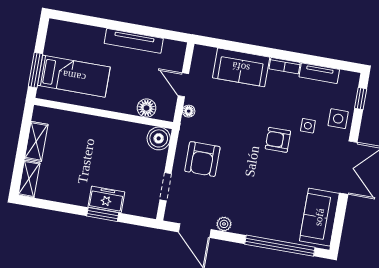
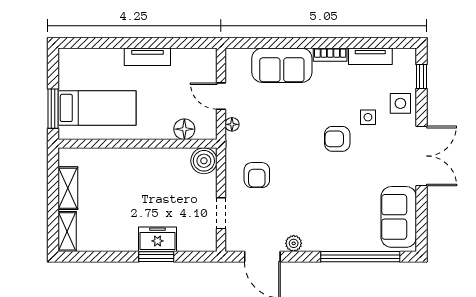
tv unit: (134, 41) -> (147, 57), width x0.71
armchair: (202, 159) -> (257, 175), width x0.72, depth x0.72

